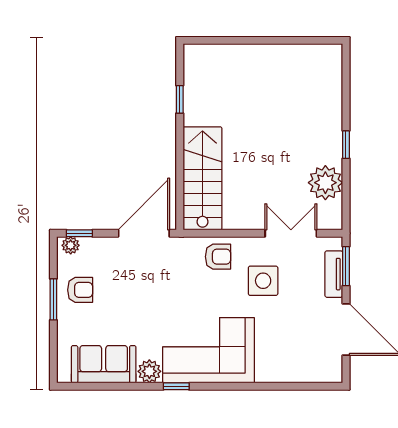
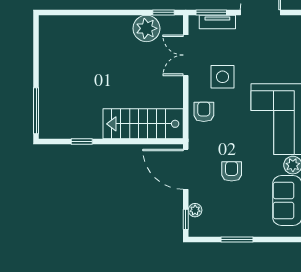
window: (219, 40) -> (36, 111), added
window: (346, 145) -> (163, 12), moved
plant: (71, 245) -> (195, 210), moved
armchair: (80, 290) -> (232, 171), moved

